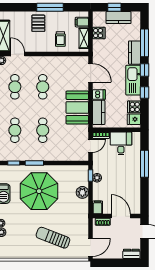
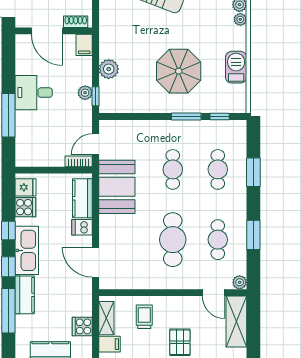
cafe table: (43, 87) -> (173, 240), width x1.37, depth x1.35
booth: (77, 107) -> (117, 187), moved
desk: (121, 143) -> (34, 93), moved, turned 90
parasol: (39, 191) -> (179, 71), width x0.73, depth x0.73

